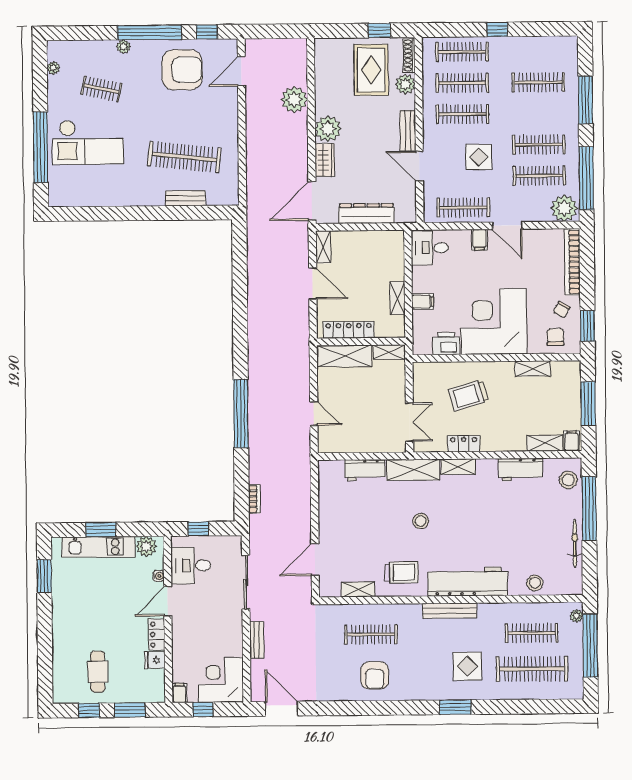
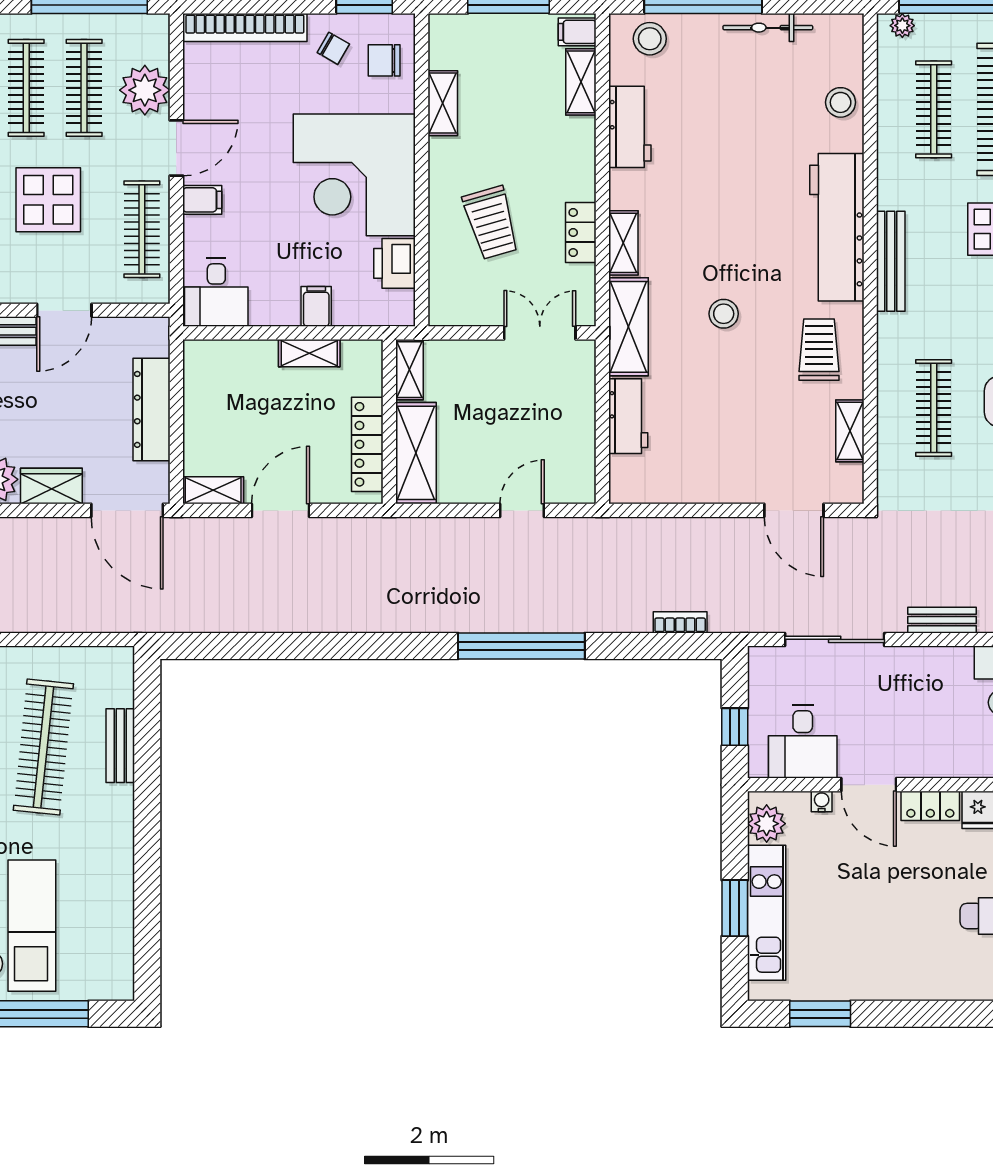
display table: (479, 157) -> (48, 200), width x1.36, depth x1.36
plant: (564, 208) -> (145, 90), moved

